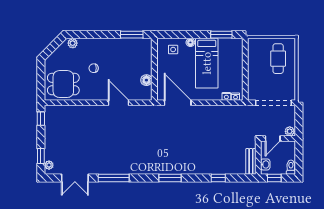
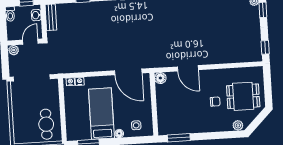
cafe table: (278, 59) -> (46, 124), moved
floor lamp: (146, 80) -> (160, 78), moved
dining table: (63, 84) -> (243, 96), moved

